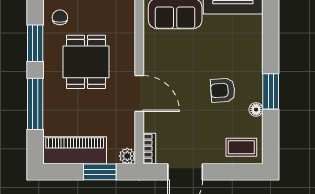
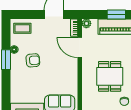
door: (139, 93) -> (80, 48), moved
window: (100, 172) -> (116, 14), moved

